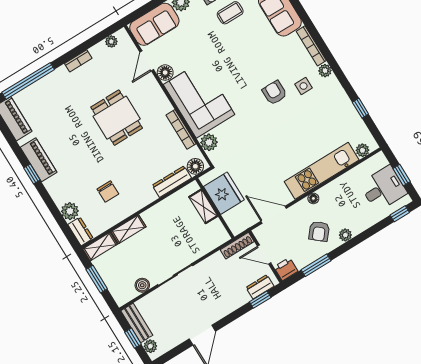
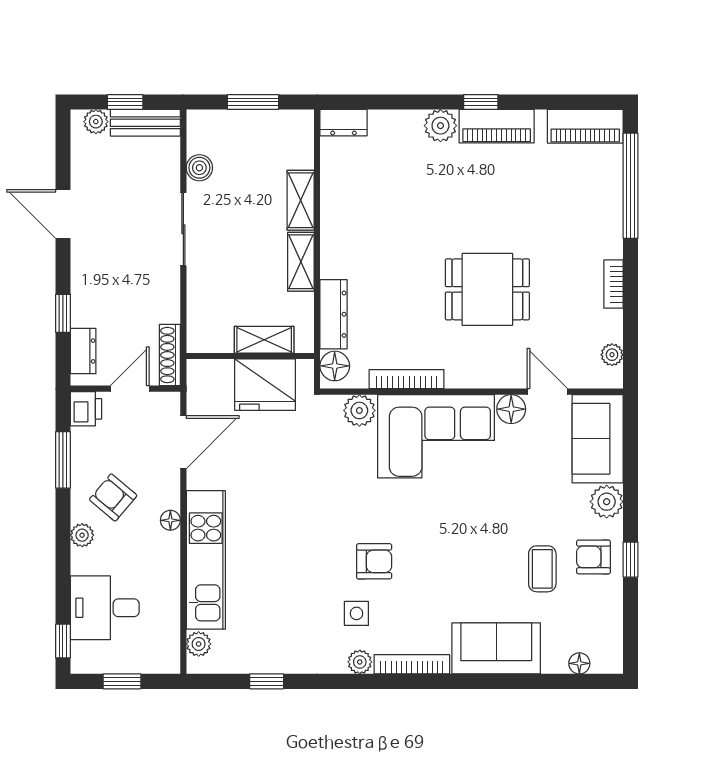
desk: (383, 188) -> (105, 608), moved, turned 90
chair: (108, 191) -> (380, 204), removed
plant: (70, 211) -> (440, 126), moved
shelving: (100, 247) -> (301, 262), moved
window: (260, 300) -> (63, 313), moved

